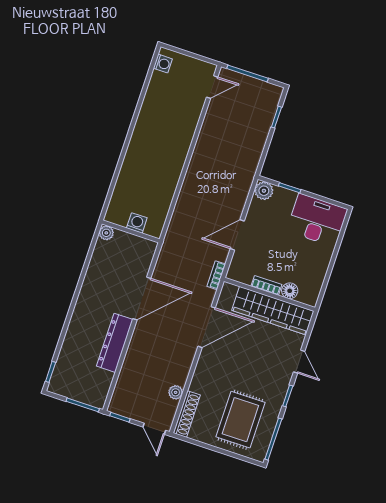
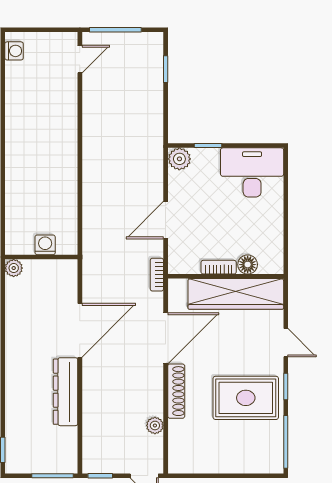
shoe rack: (187, 414) -> (176, 391), moved
rug: (240, 420) -> (246, 398), moved, turned 90

